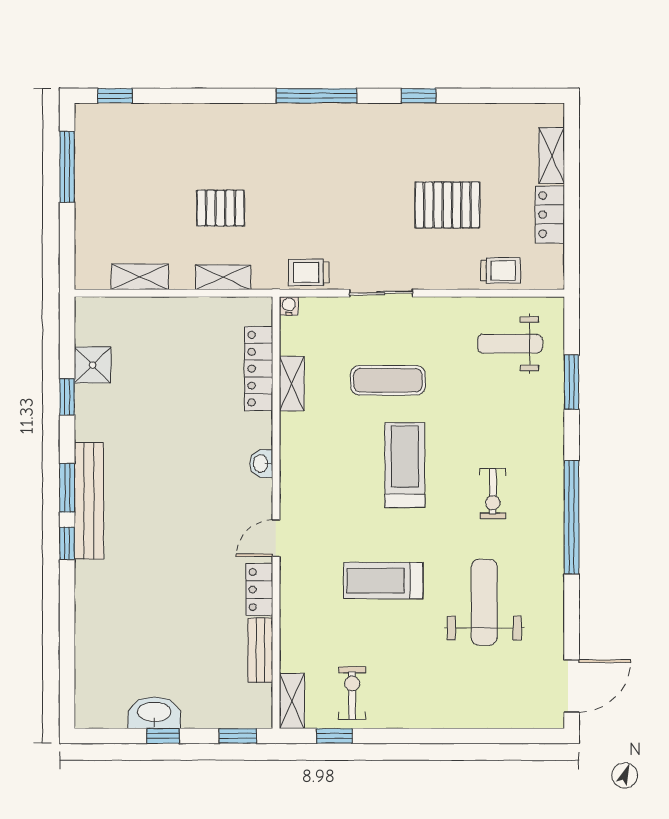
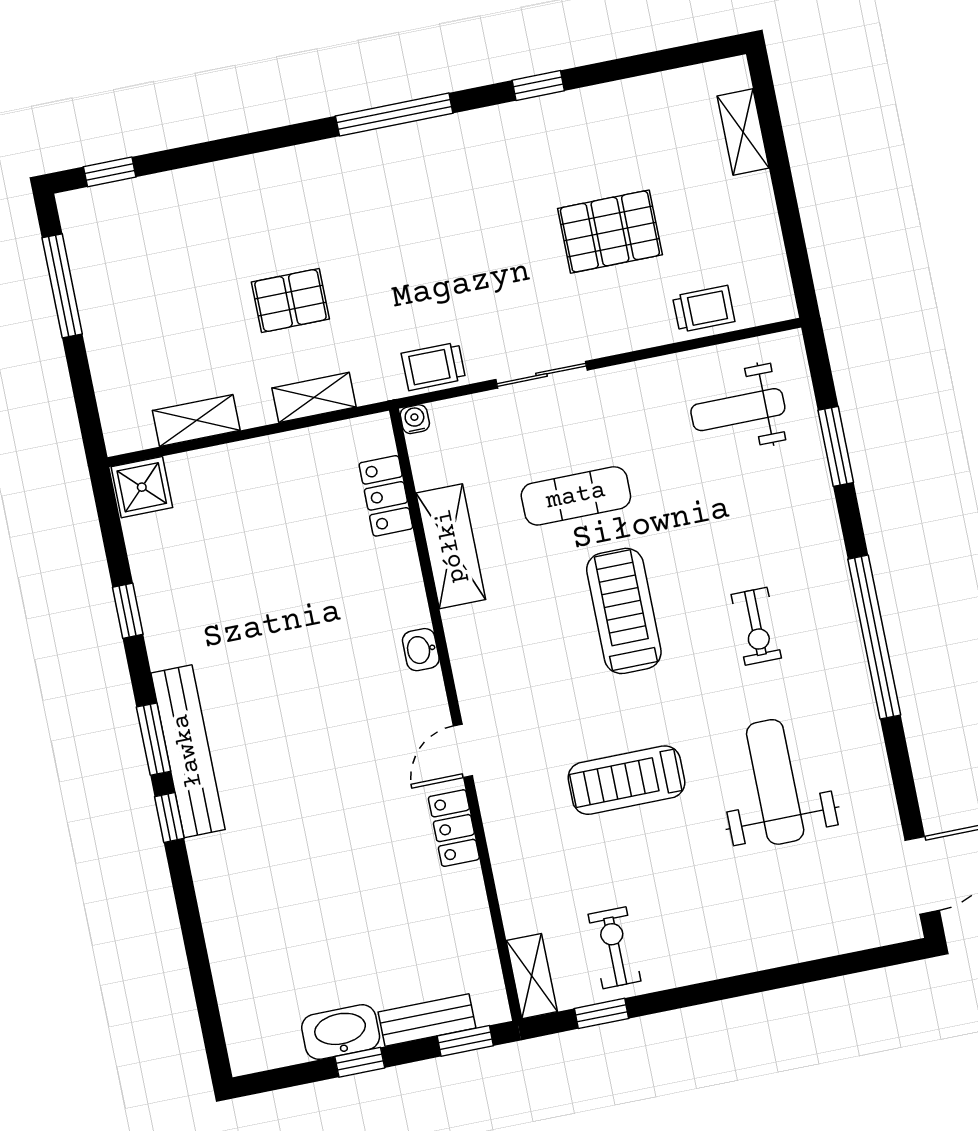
locker: (550, 215) -> (757, 216), removed
shower: (92, 365) -> (142, 487), moved
locker: (259, 369) -> (386, 496), width x0.66
shelving: (292, 384) -> (451, 546), width x1.50, depth x1.33
bench: (260, 650) -> (427, 1020), moved, turned 90

